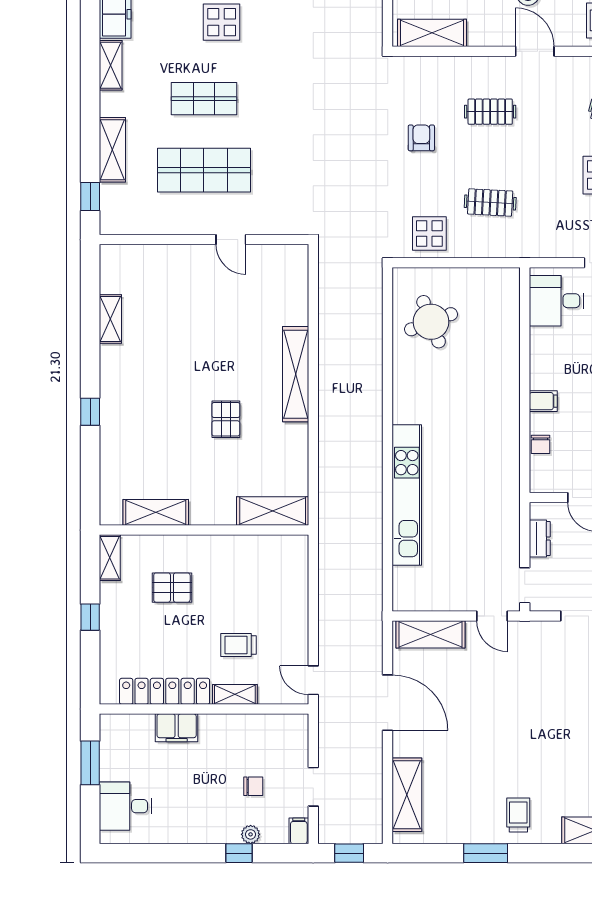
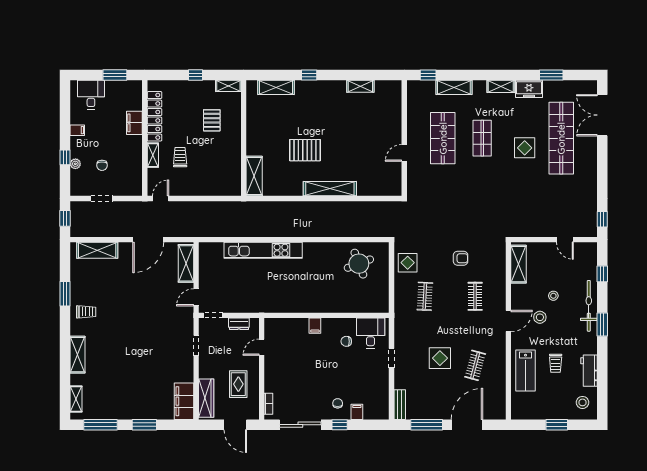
pallet: (226, 419) -> (305, 150), width x1.50, depth x1.42
chair: (540, 444) -> (346, 341), moved
shelving: (156, 512) -> (276, 87), moved, turned 90
filing cabinet: (299, 831) -> (77, 130), moved

